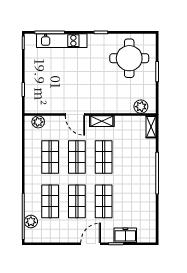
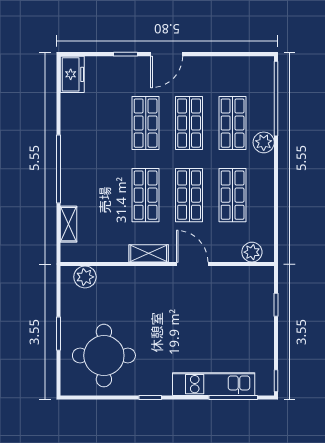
shelving: (151, 127) -> (69, 224), moved
plant: (31, 222) -> (264, 142), moved
freezer: (125, 235) -> (72, 74), moved, turned -90

